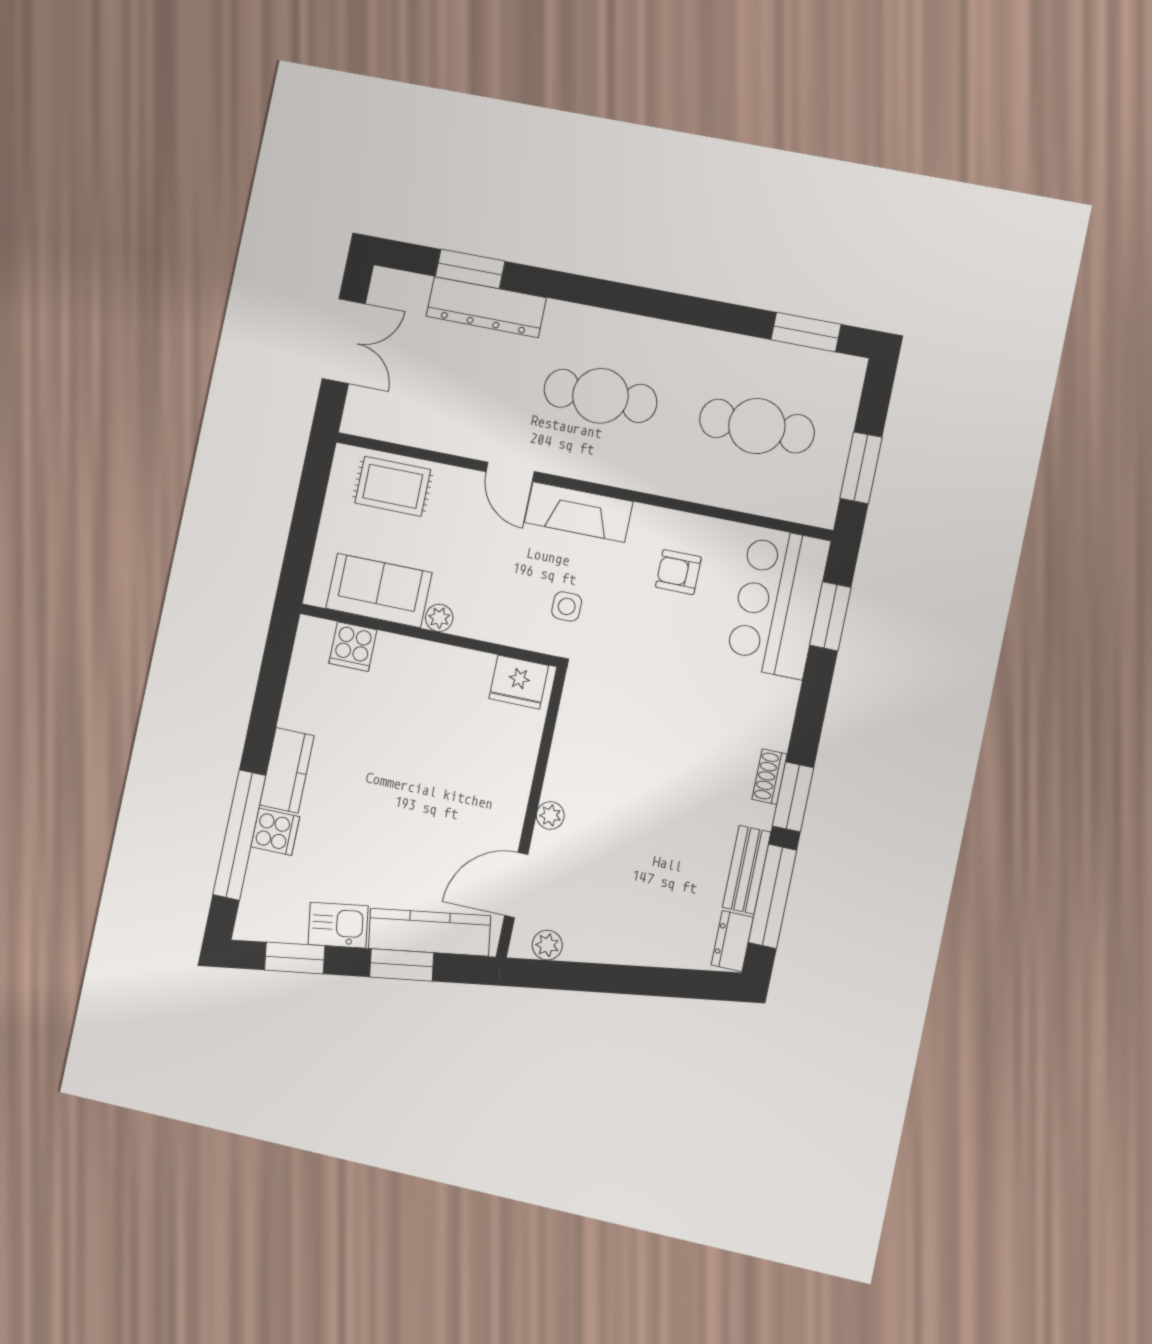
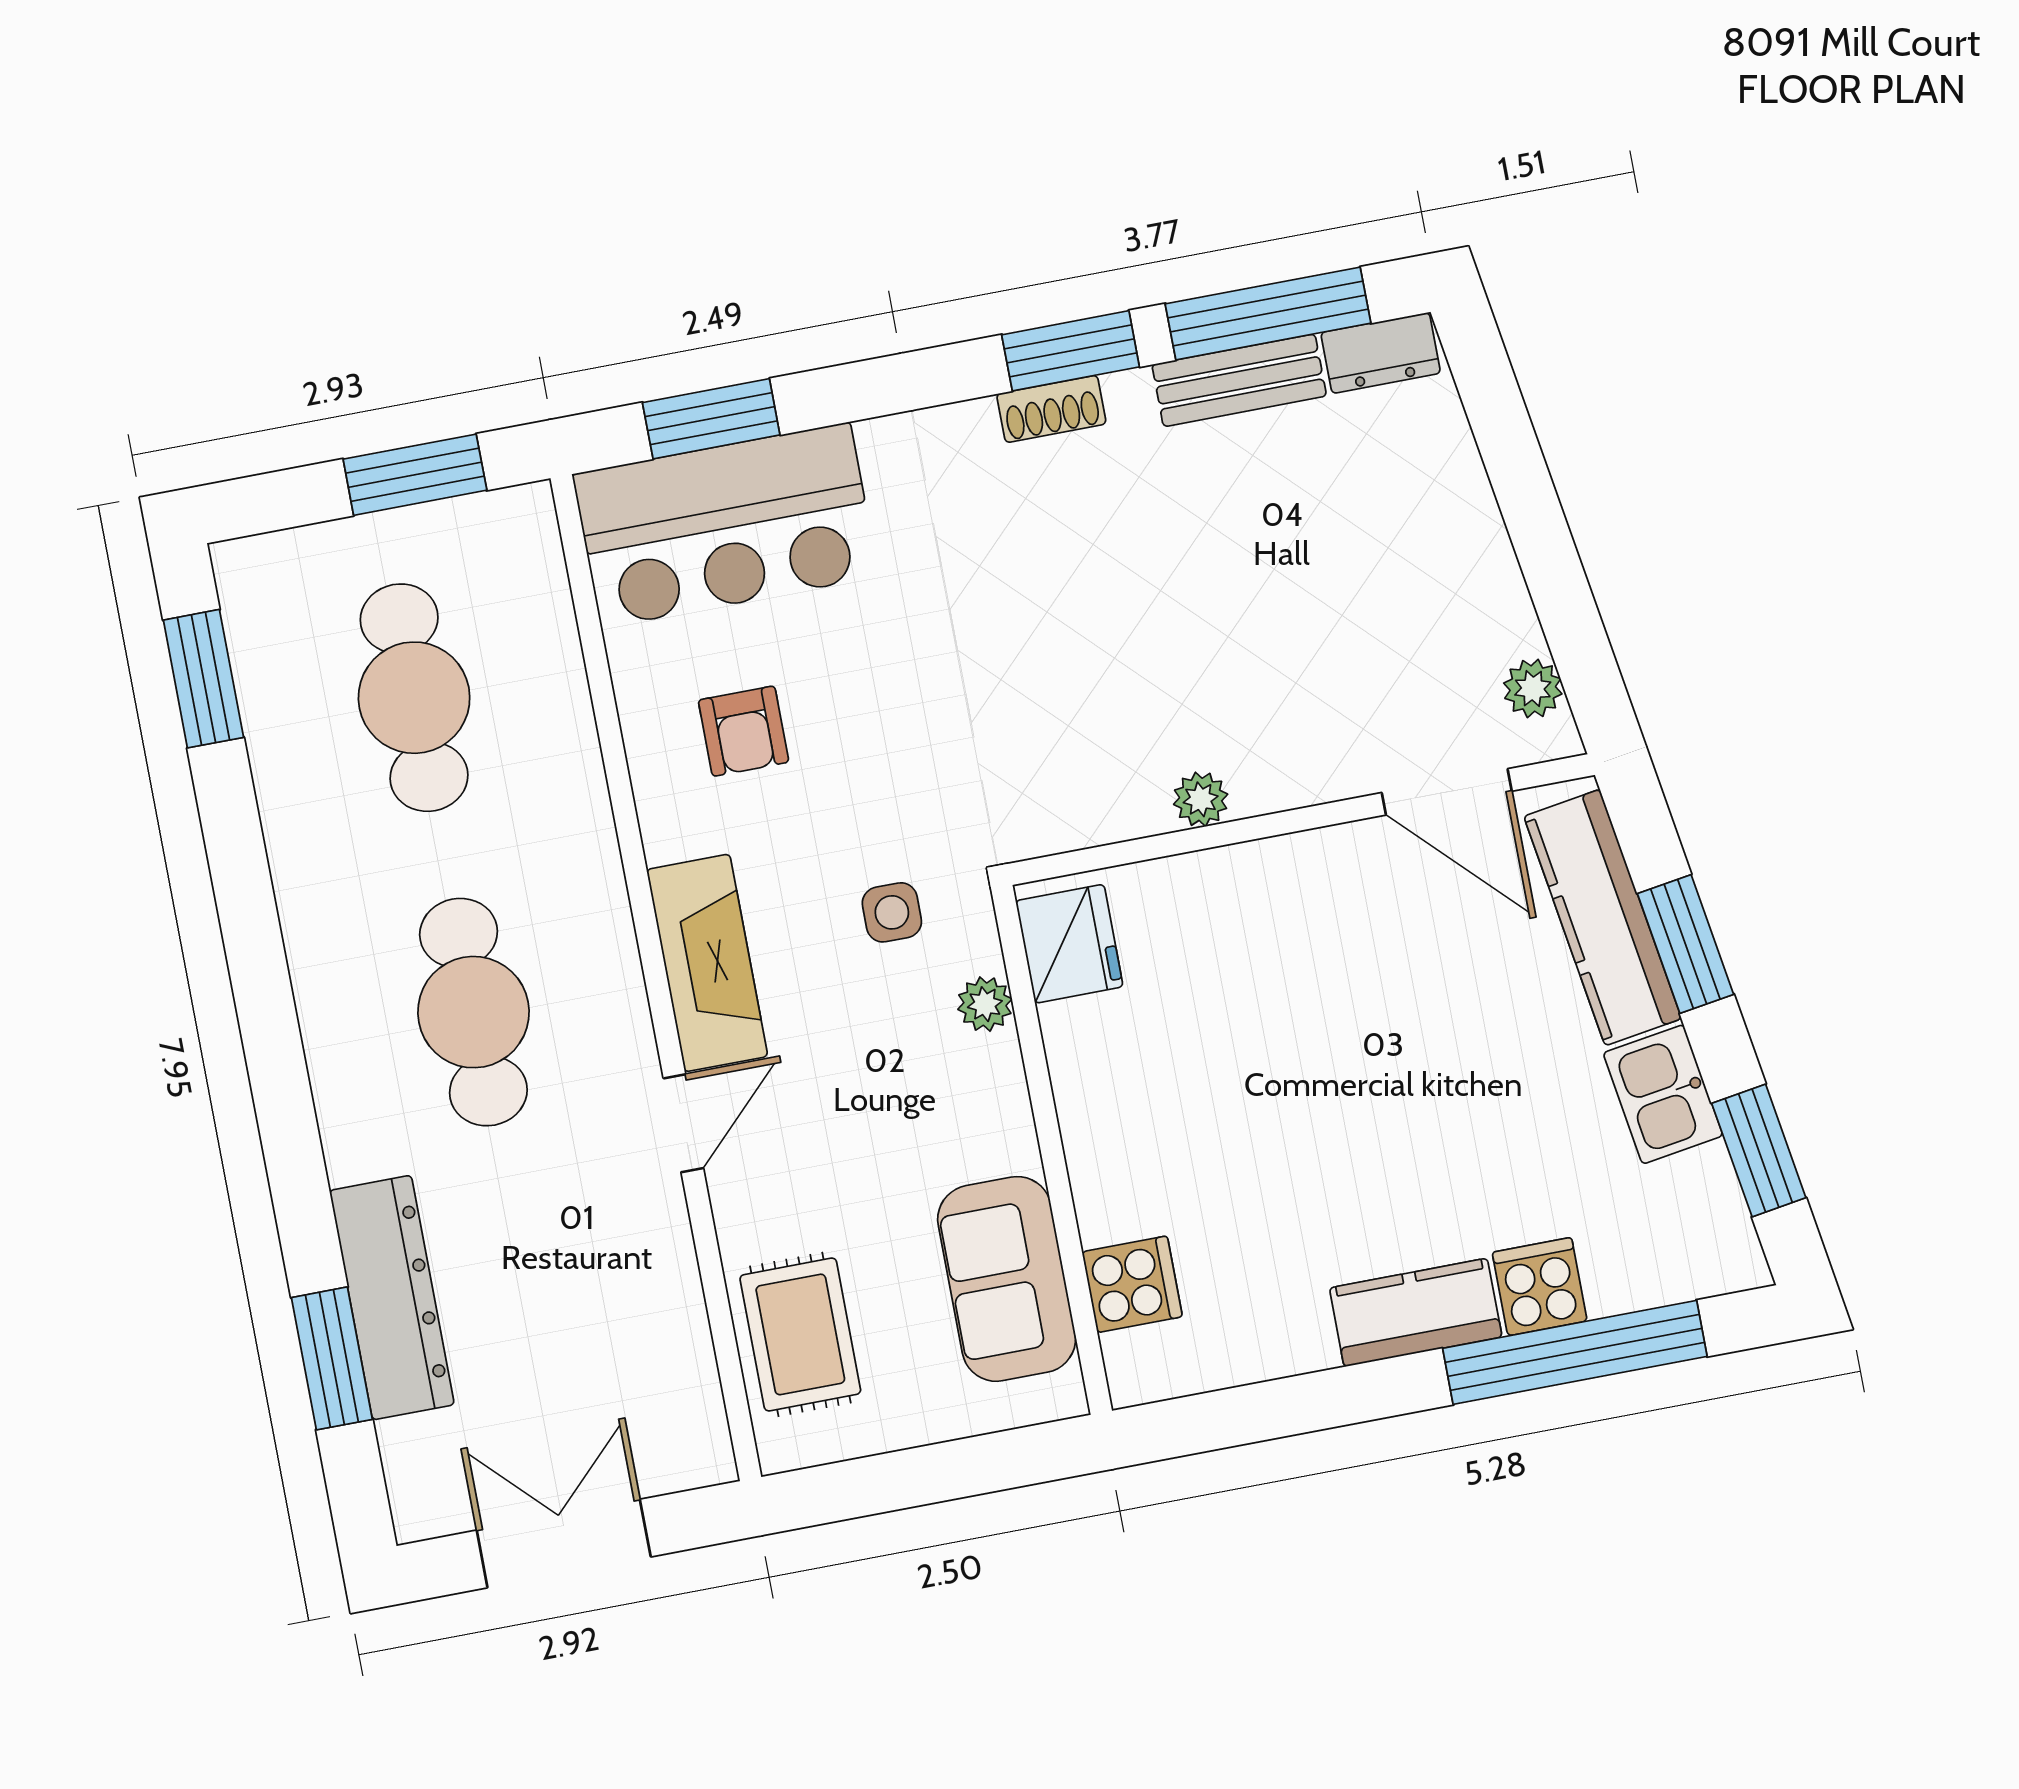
plant: (439, 618) -> (985, 1004), moved
plant: (550, 815) -> (1201, 799), moved

